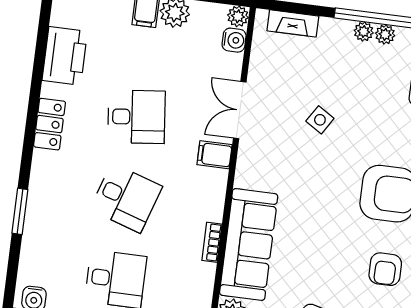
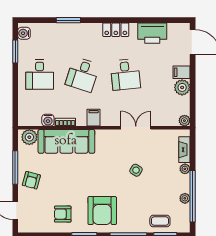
plant: (364, 32) -> (185, 169), moved
water cooler: (234, 40) -> (48, 120), moved
filing cabinet: (215, 155) -> (94, 118), moved

